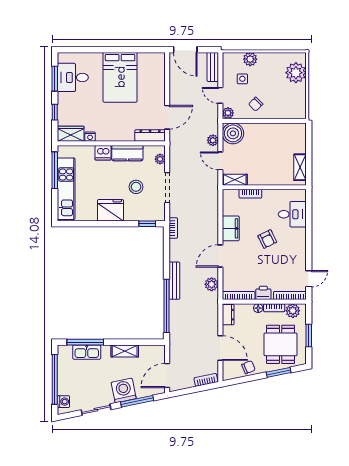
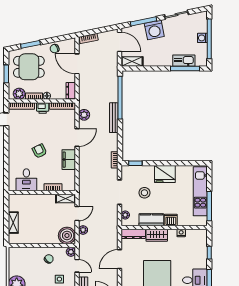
door: (167, 117) -> (120, 259), moved
wardrobe: (71, 134) -> (157, 235), moved
door: (220, 161) -> (77, 214), hinge flipped
shelving: (300, 167) -> (13, 223), moved
desk: (292, 214) -> (26, 180), moved, turned -90
dining table: (281, 344) -> (29, 67), turned 90
shelving: (125, 351) -> (132, 62), moved
door: (167, 376) -> (120, 42), hinge flipped
washing machine: (63, 402) -> (202, 38), moved

